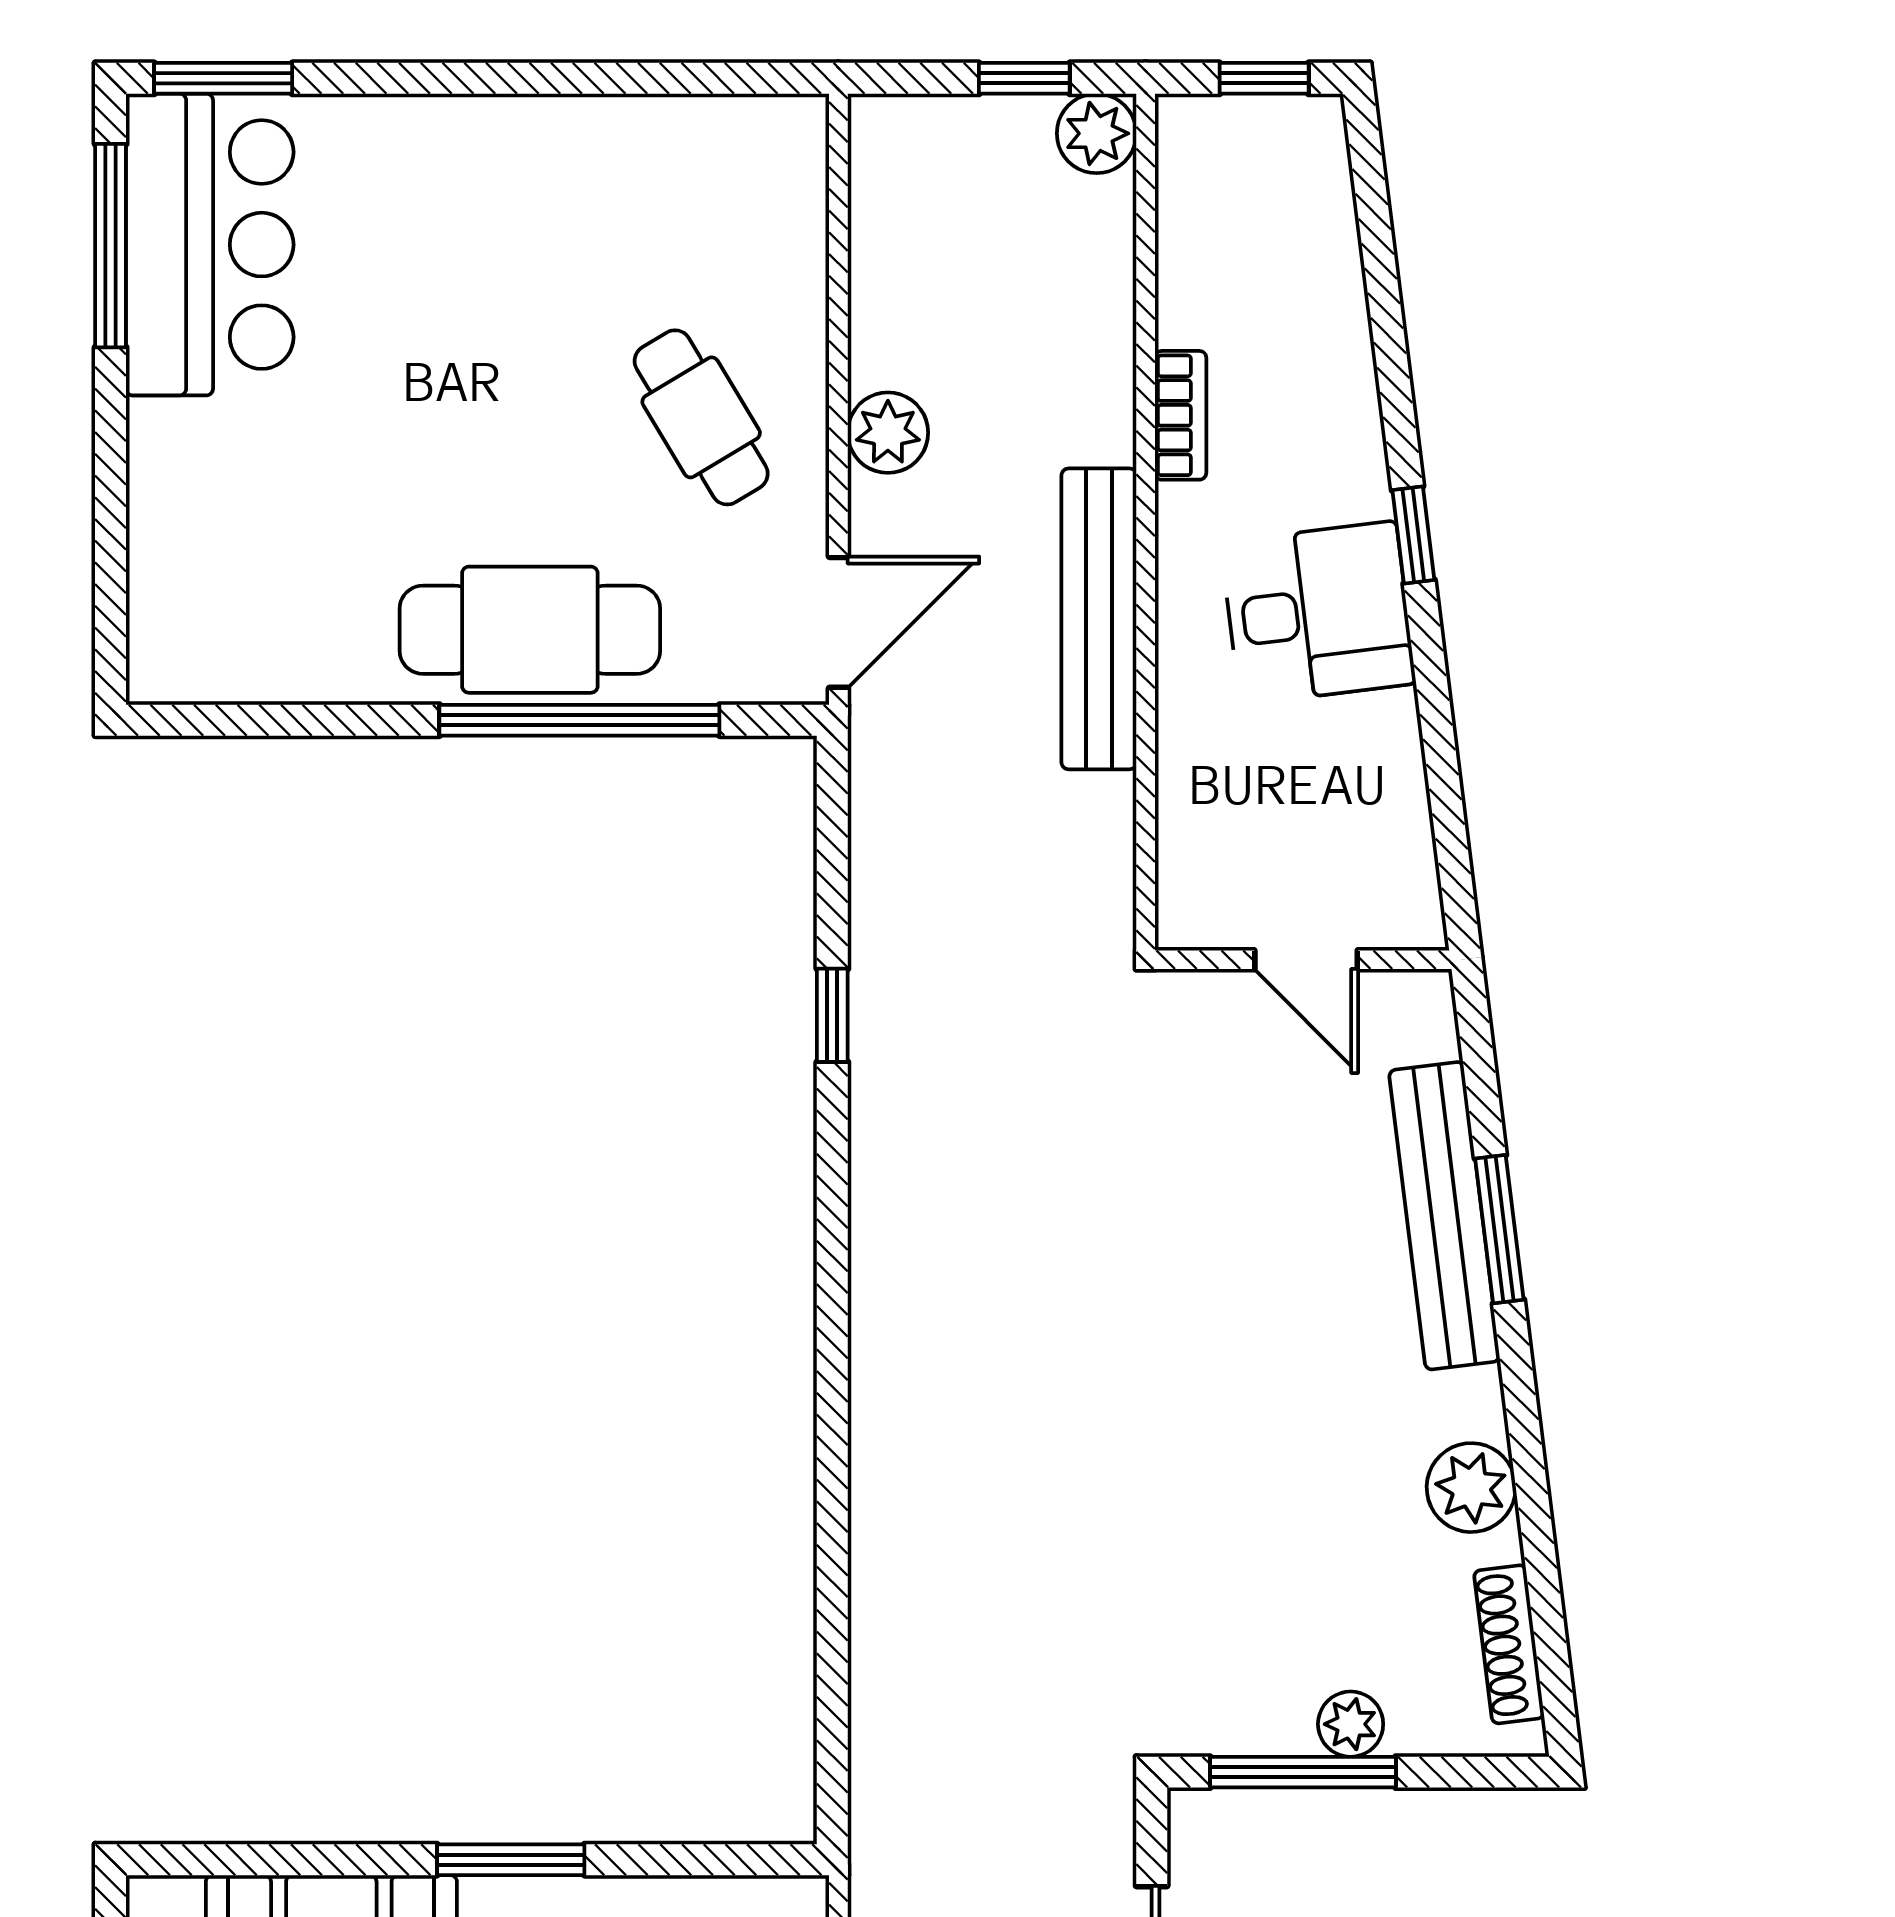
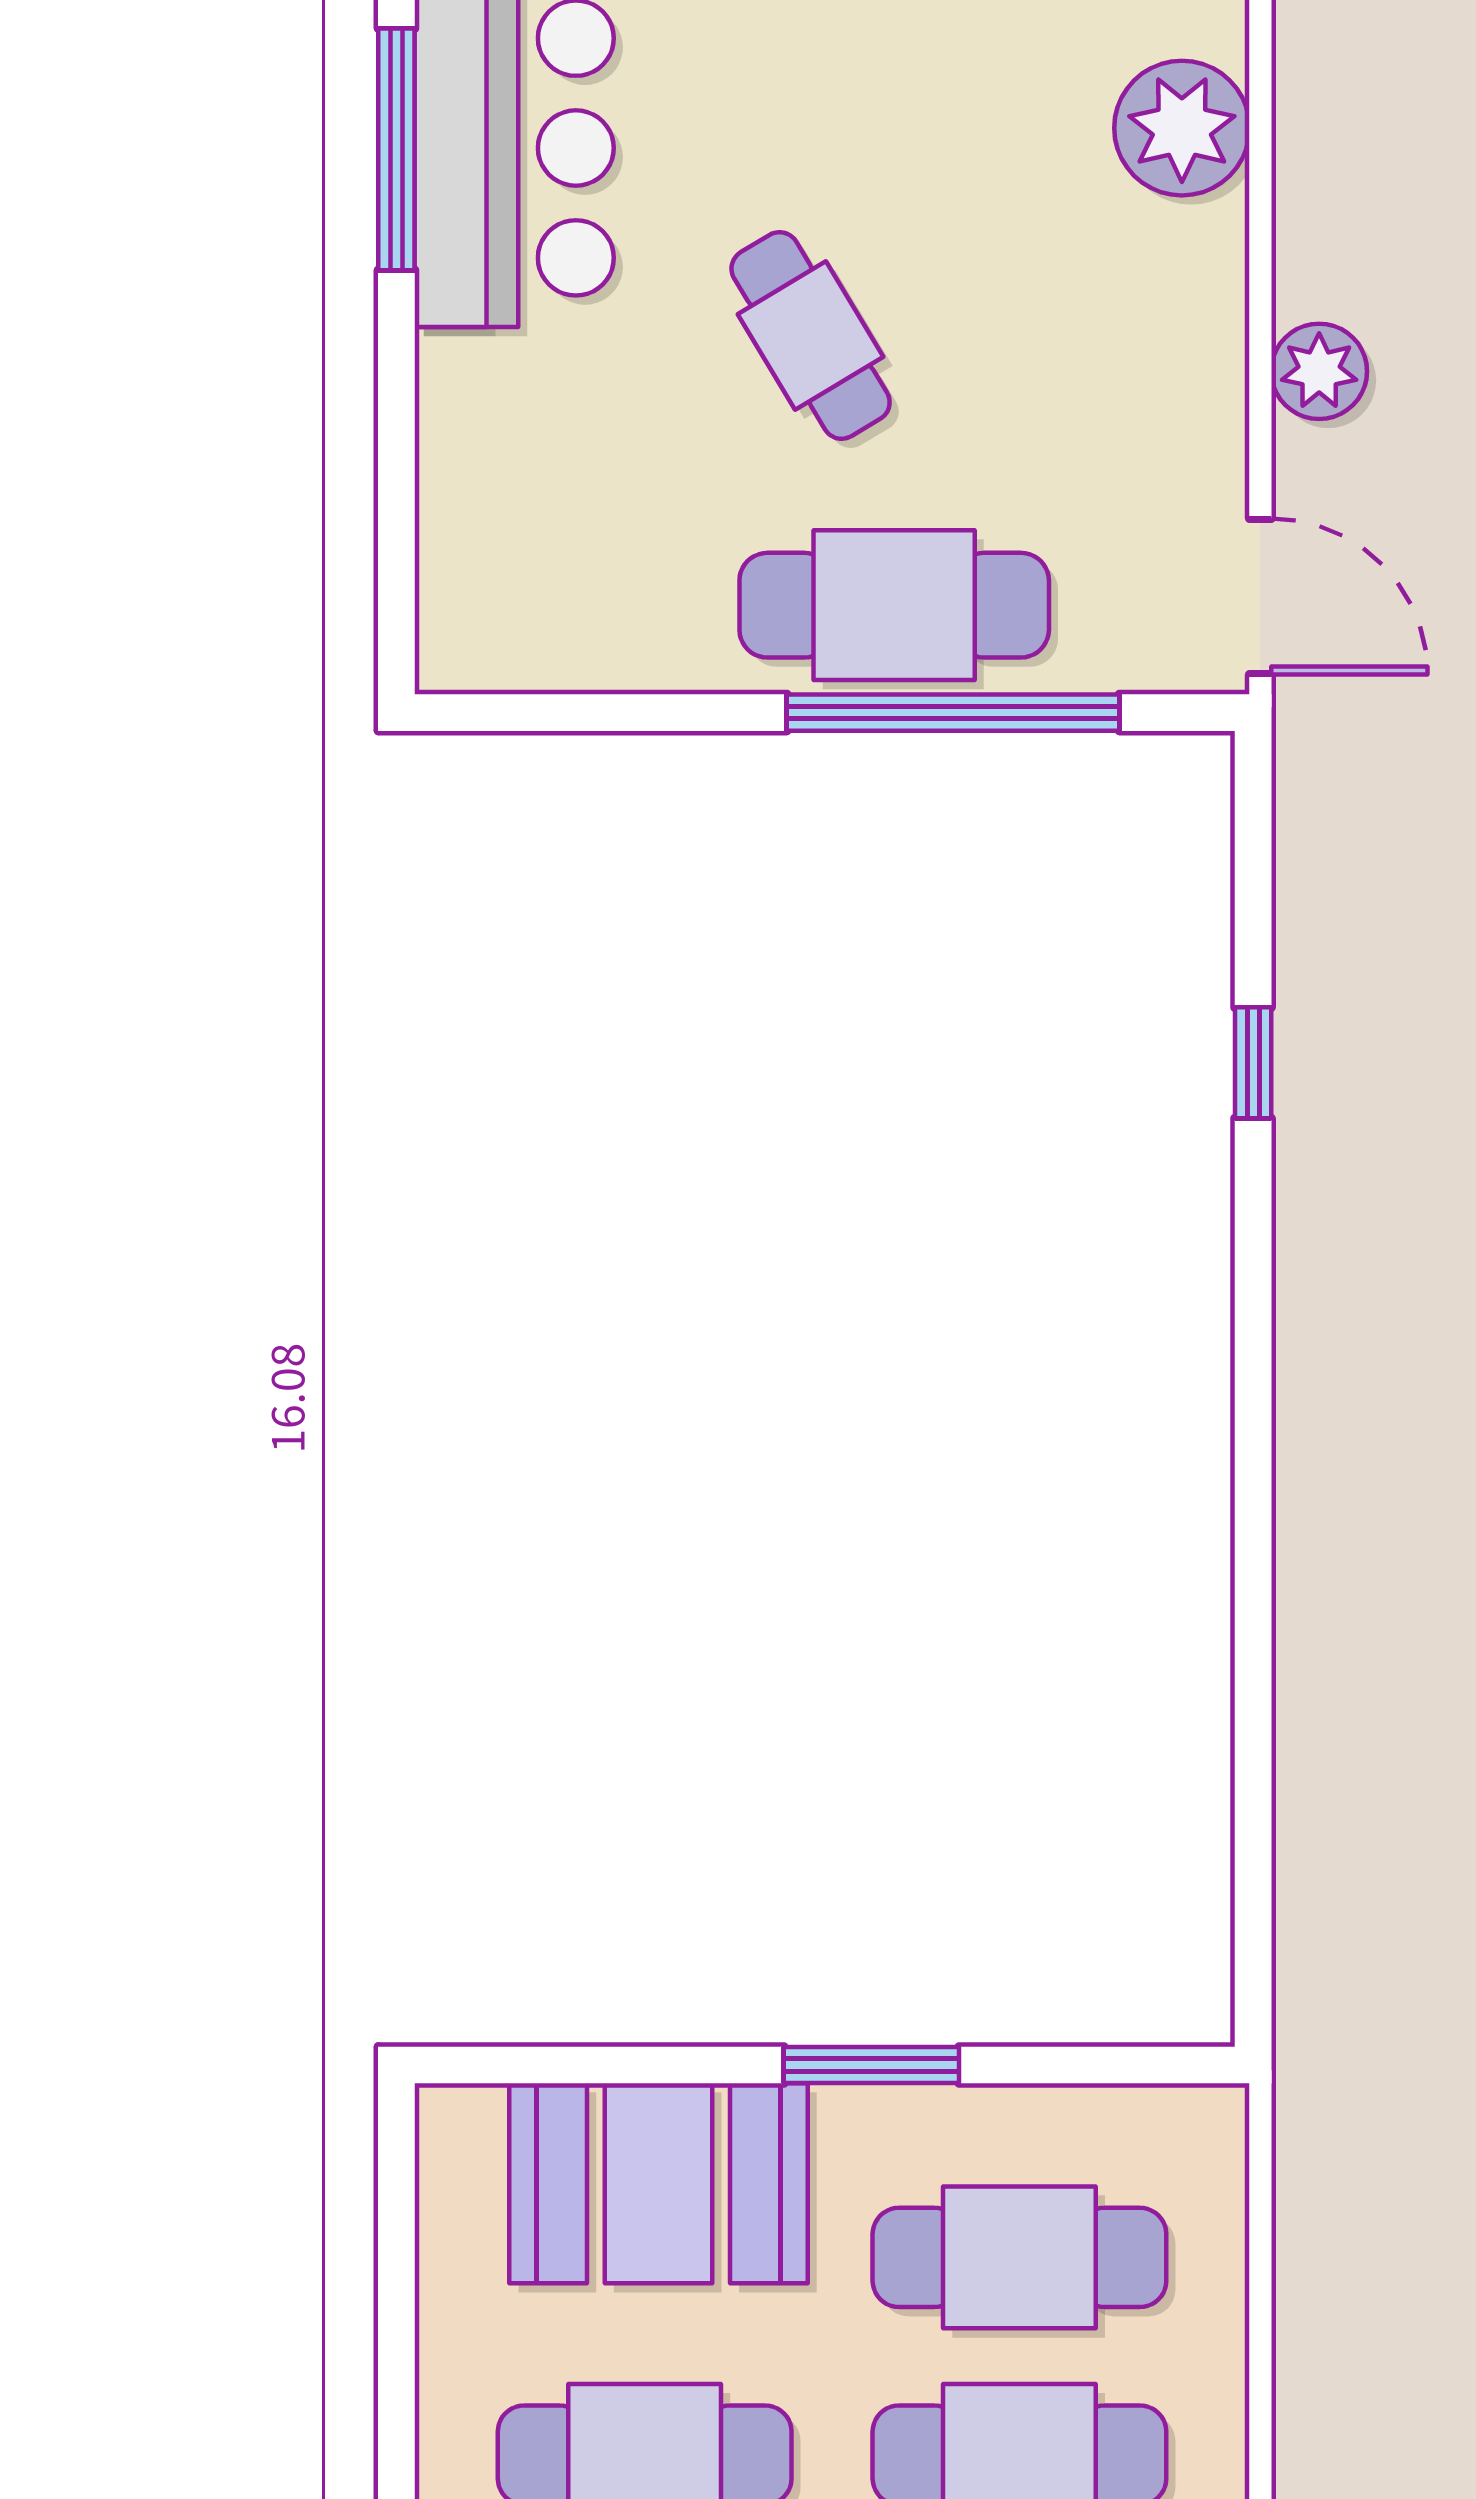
plant: (772, 228) -> (1182, 128), added
cafe table: (701, 417) -> (811, 335), moved
door: (838, 622) -> (1260, 596), hinge flipped

